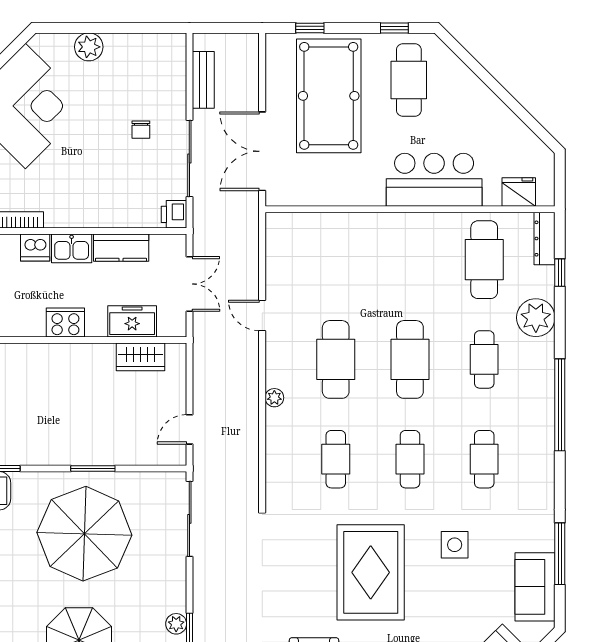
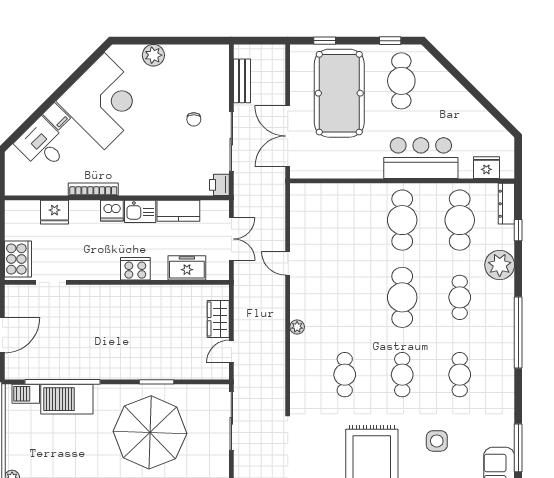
wardrobe: (140, 357) -> (218, 319), moved, turned 90
cafe table: (336, 359) -> (402, 220), moved

